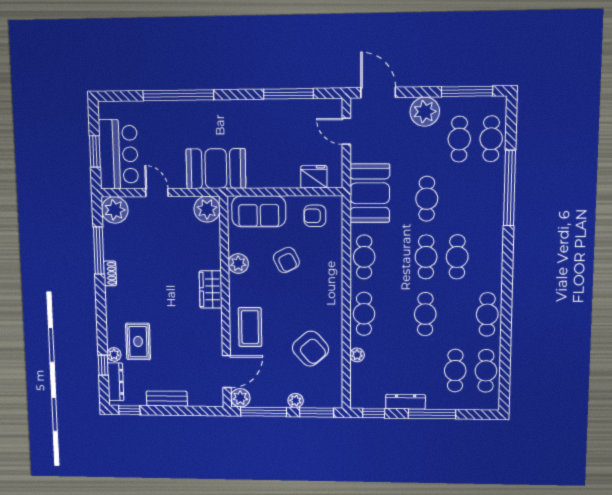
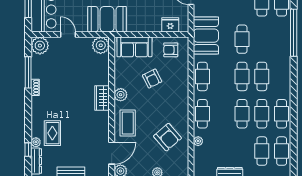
plant: (238, 264) -> (121, 95), moved
cafe table: (456, 314) -> (262, 114), added

